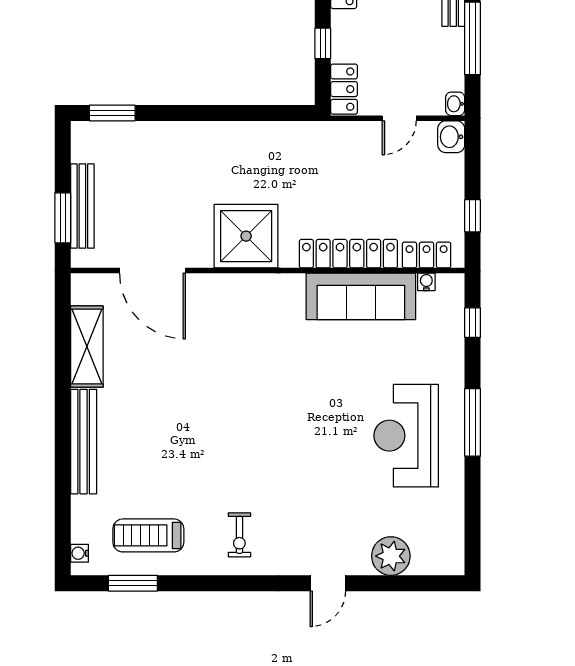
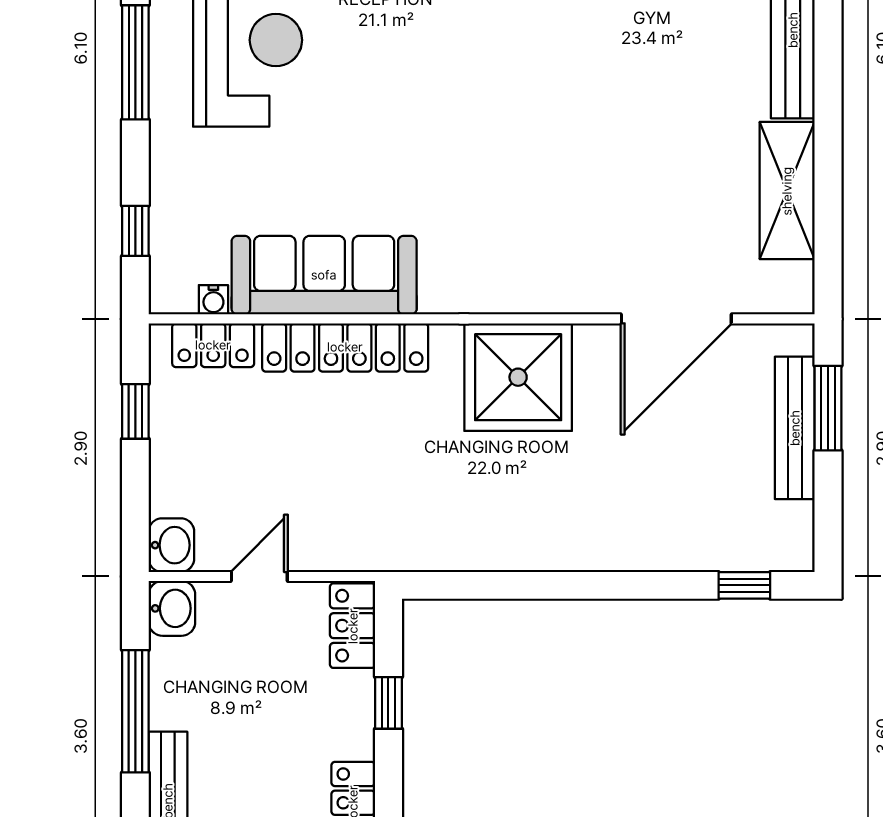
washbasin: (455, 104) -> (172, 608), width x1.38, depth x1.45
window: (112, 113) -> (744, 585), width x0.67
door: (152, 271) -> (676, 319), swing flipped

